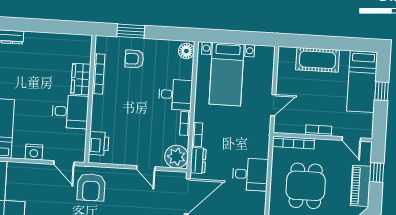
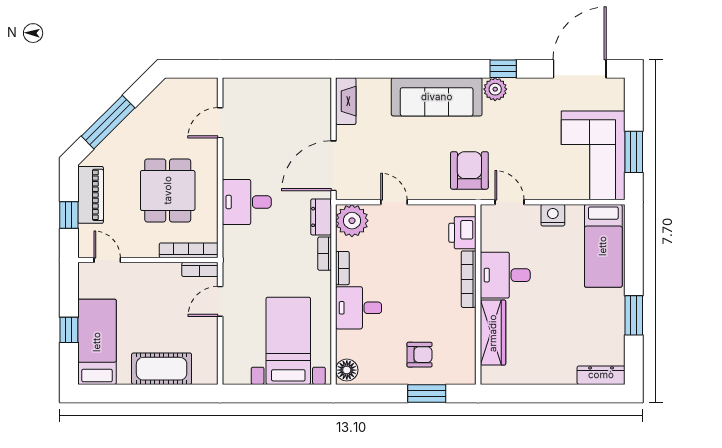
bookcase: (98, 74) -> (469, 279), moved
wardrobe: (81, 79) -> (493, 333), width x1.50
bookcase: (319, 130) -> (200, 269), moved

